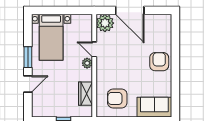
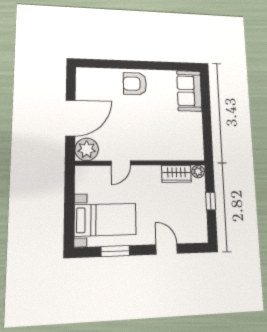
window: (28, 57) -> (115, 251), moved
plant: (87, 63) -> (198, 172), moved
armchair: (117, 98) -> (181, 135), removed

